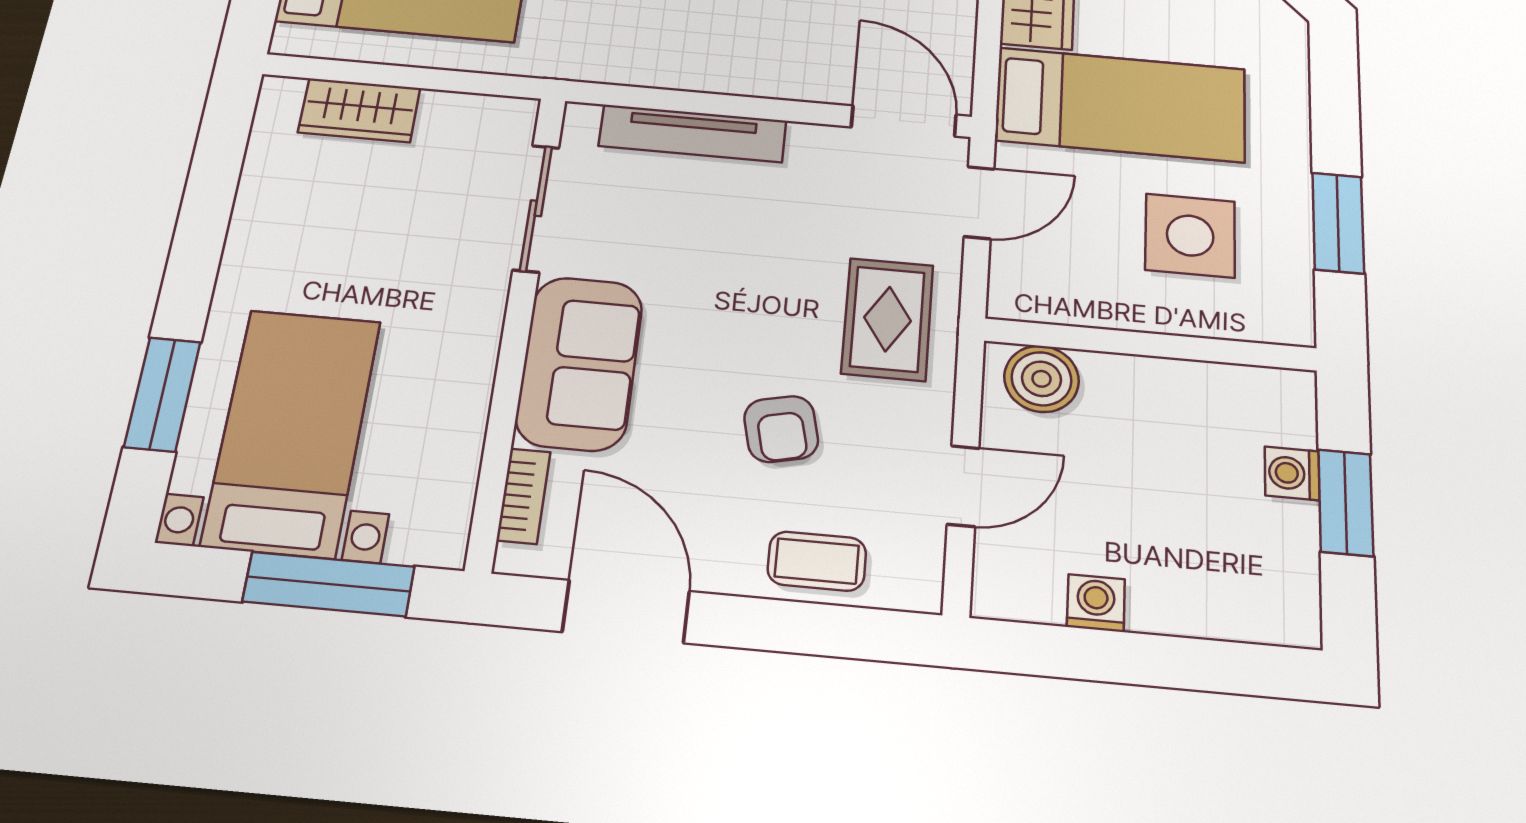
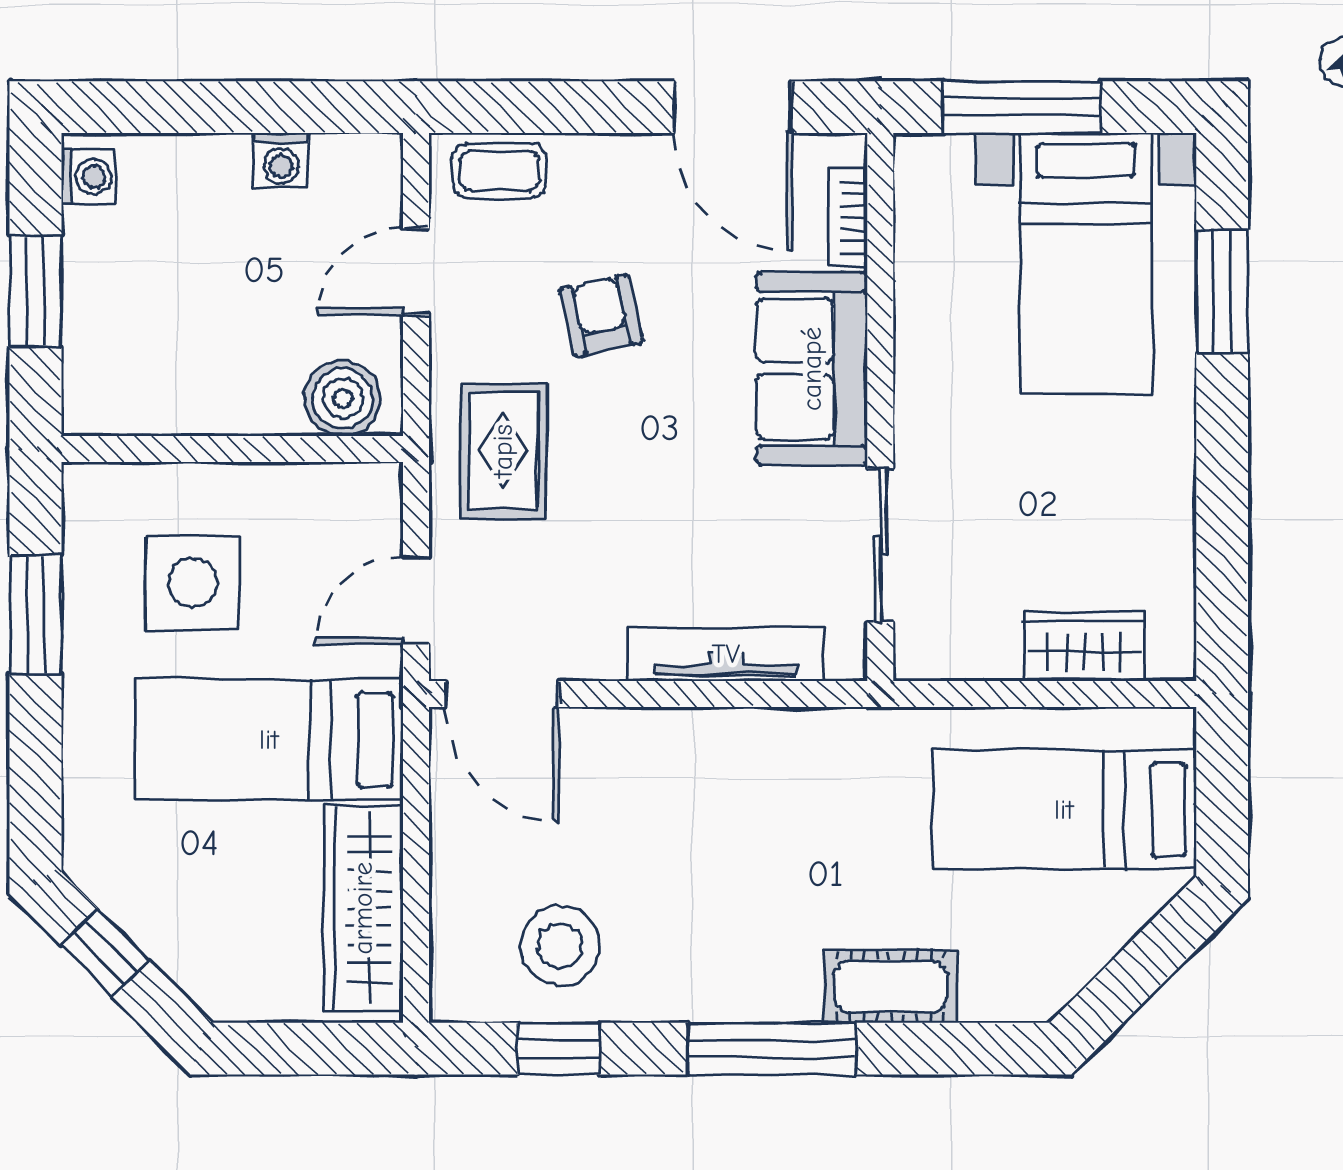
washing machine: (1292, 473) -> (88, 177), moved
coffee table: (817, 561) -> (499, 170), moved

